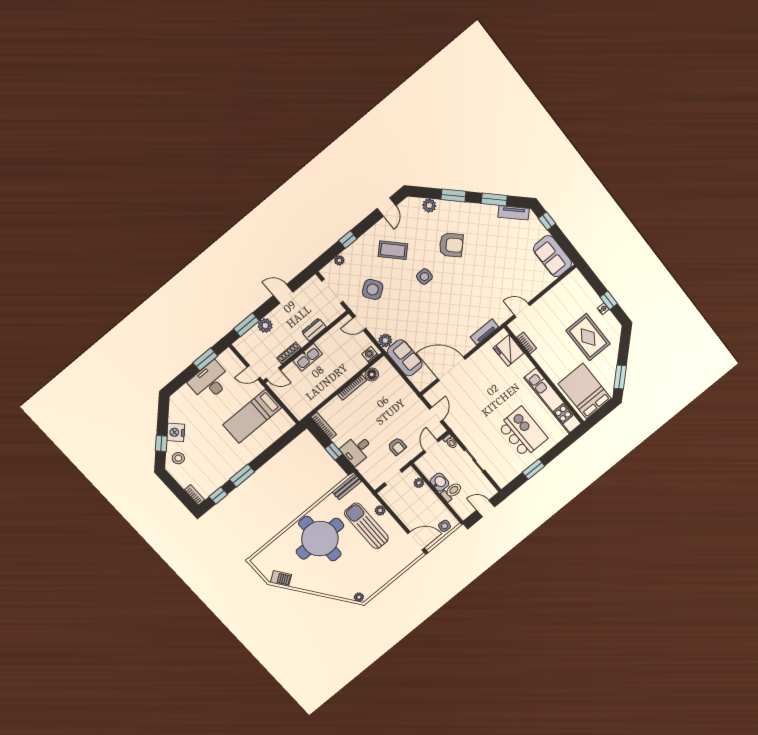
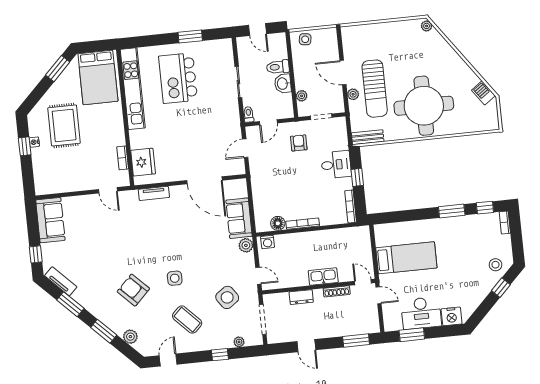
plant: (265, 326) -> (341, 329), removed
nightstand: (176, 432) -> (452, 316), moved, turned 45
door: (416, 541) -> (343, 72), moved

